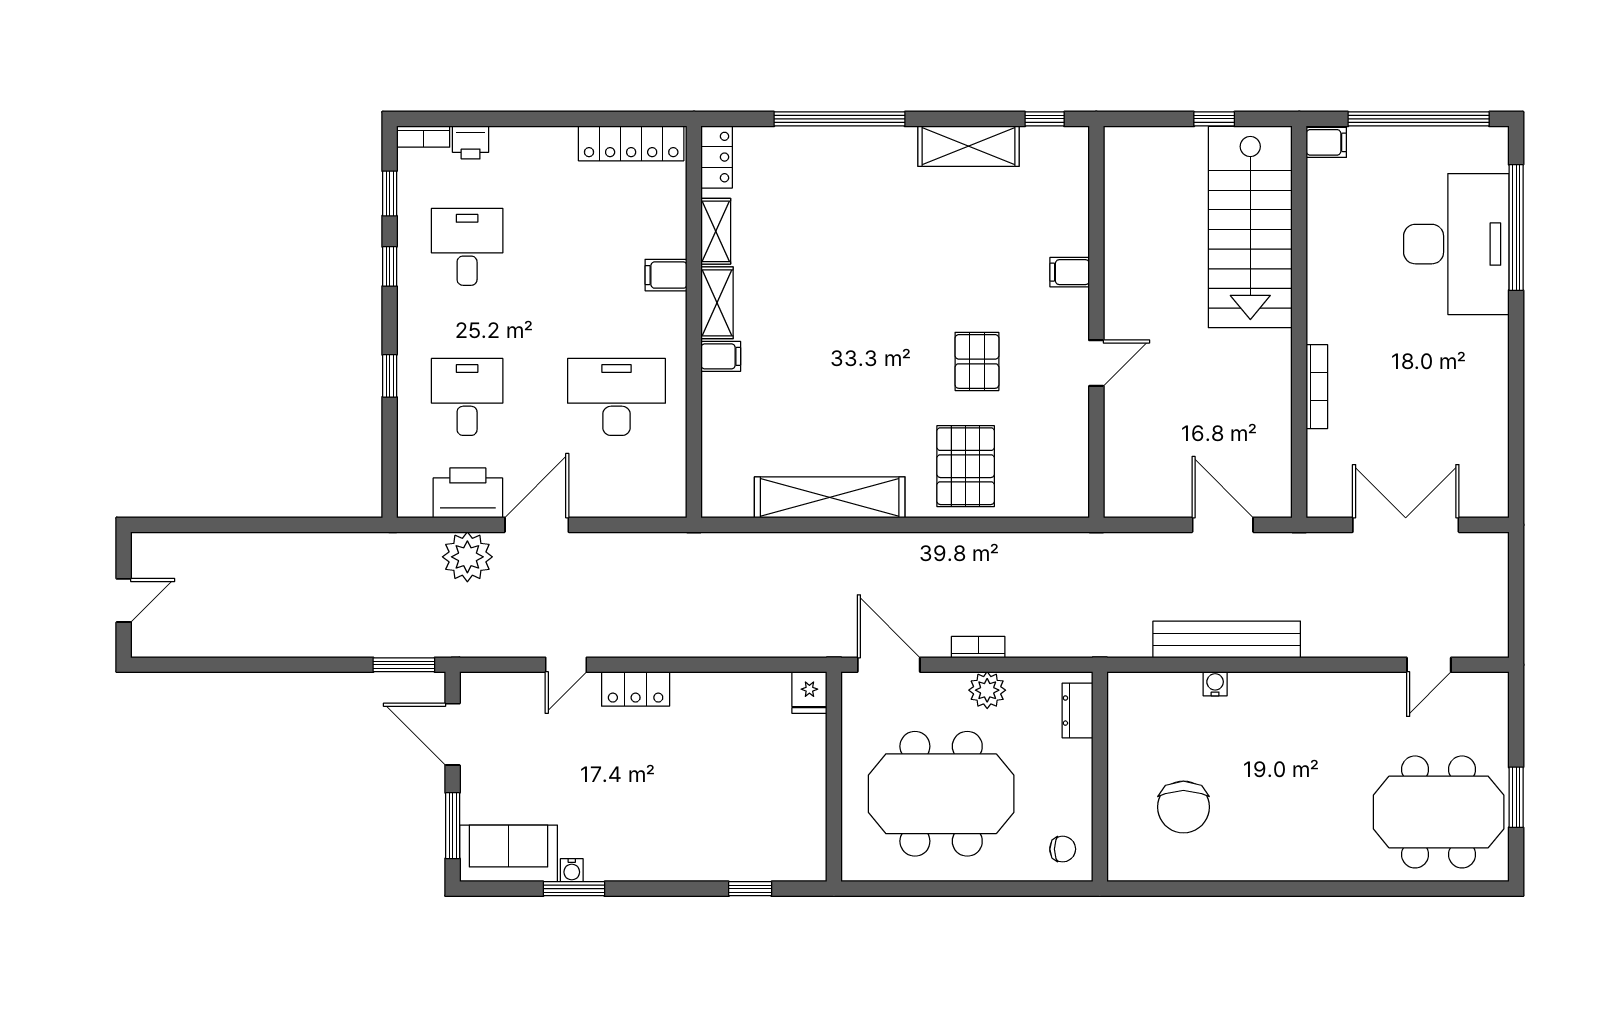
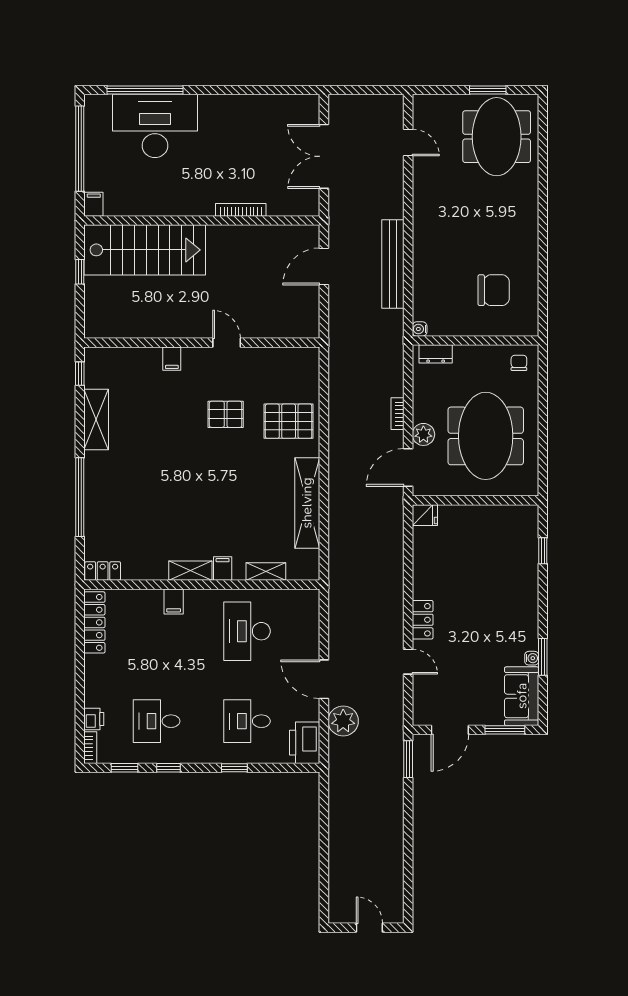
shelving: (716, 231) -> (266, 572), moved
printer: (468, 493) -> (305, 743), moved
water cooler: (1215, 684) -> (420, 329), moved
plant: (987, 690) -> (423, 434), moved

